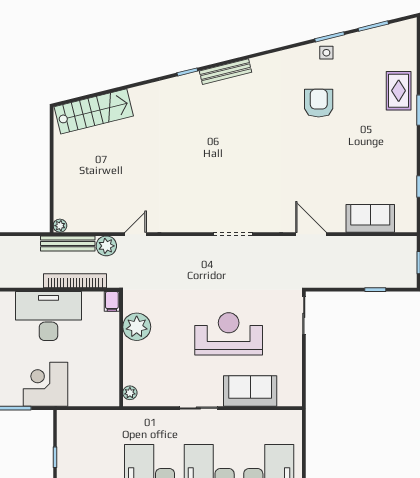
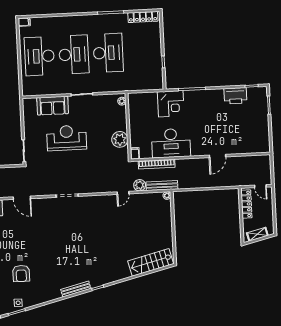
reception desk: (229, 334) -> (67, 138), turned 180

